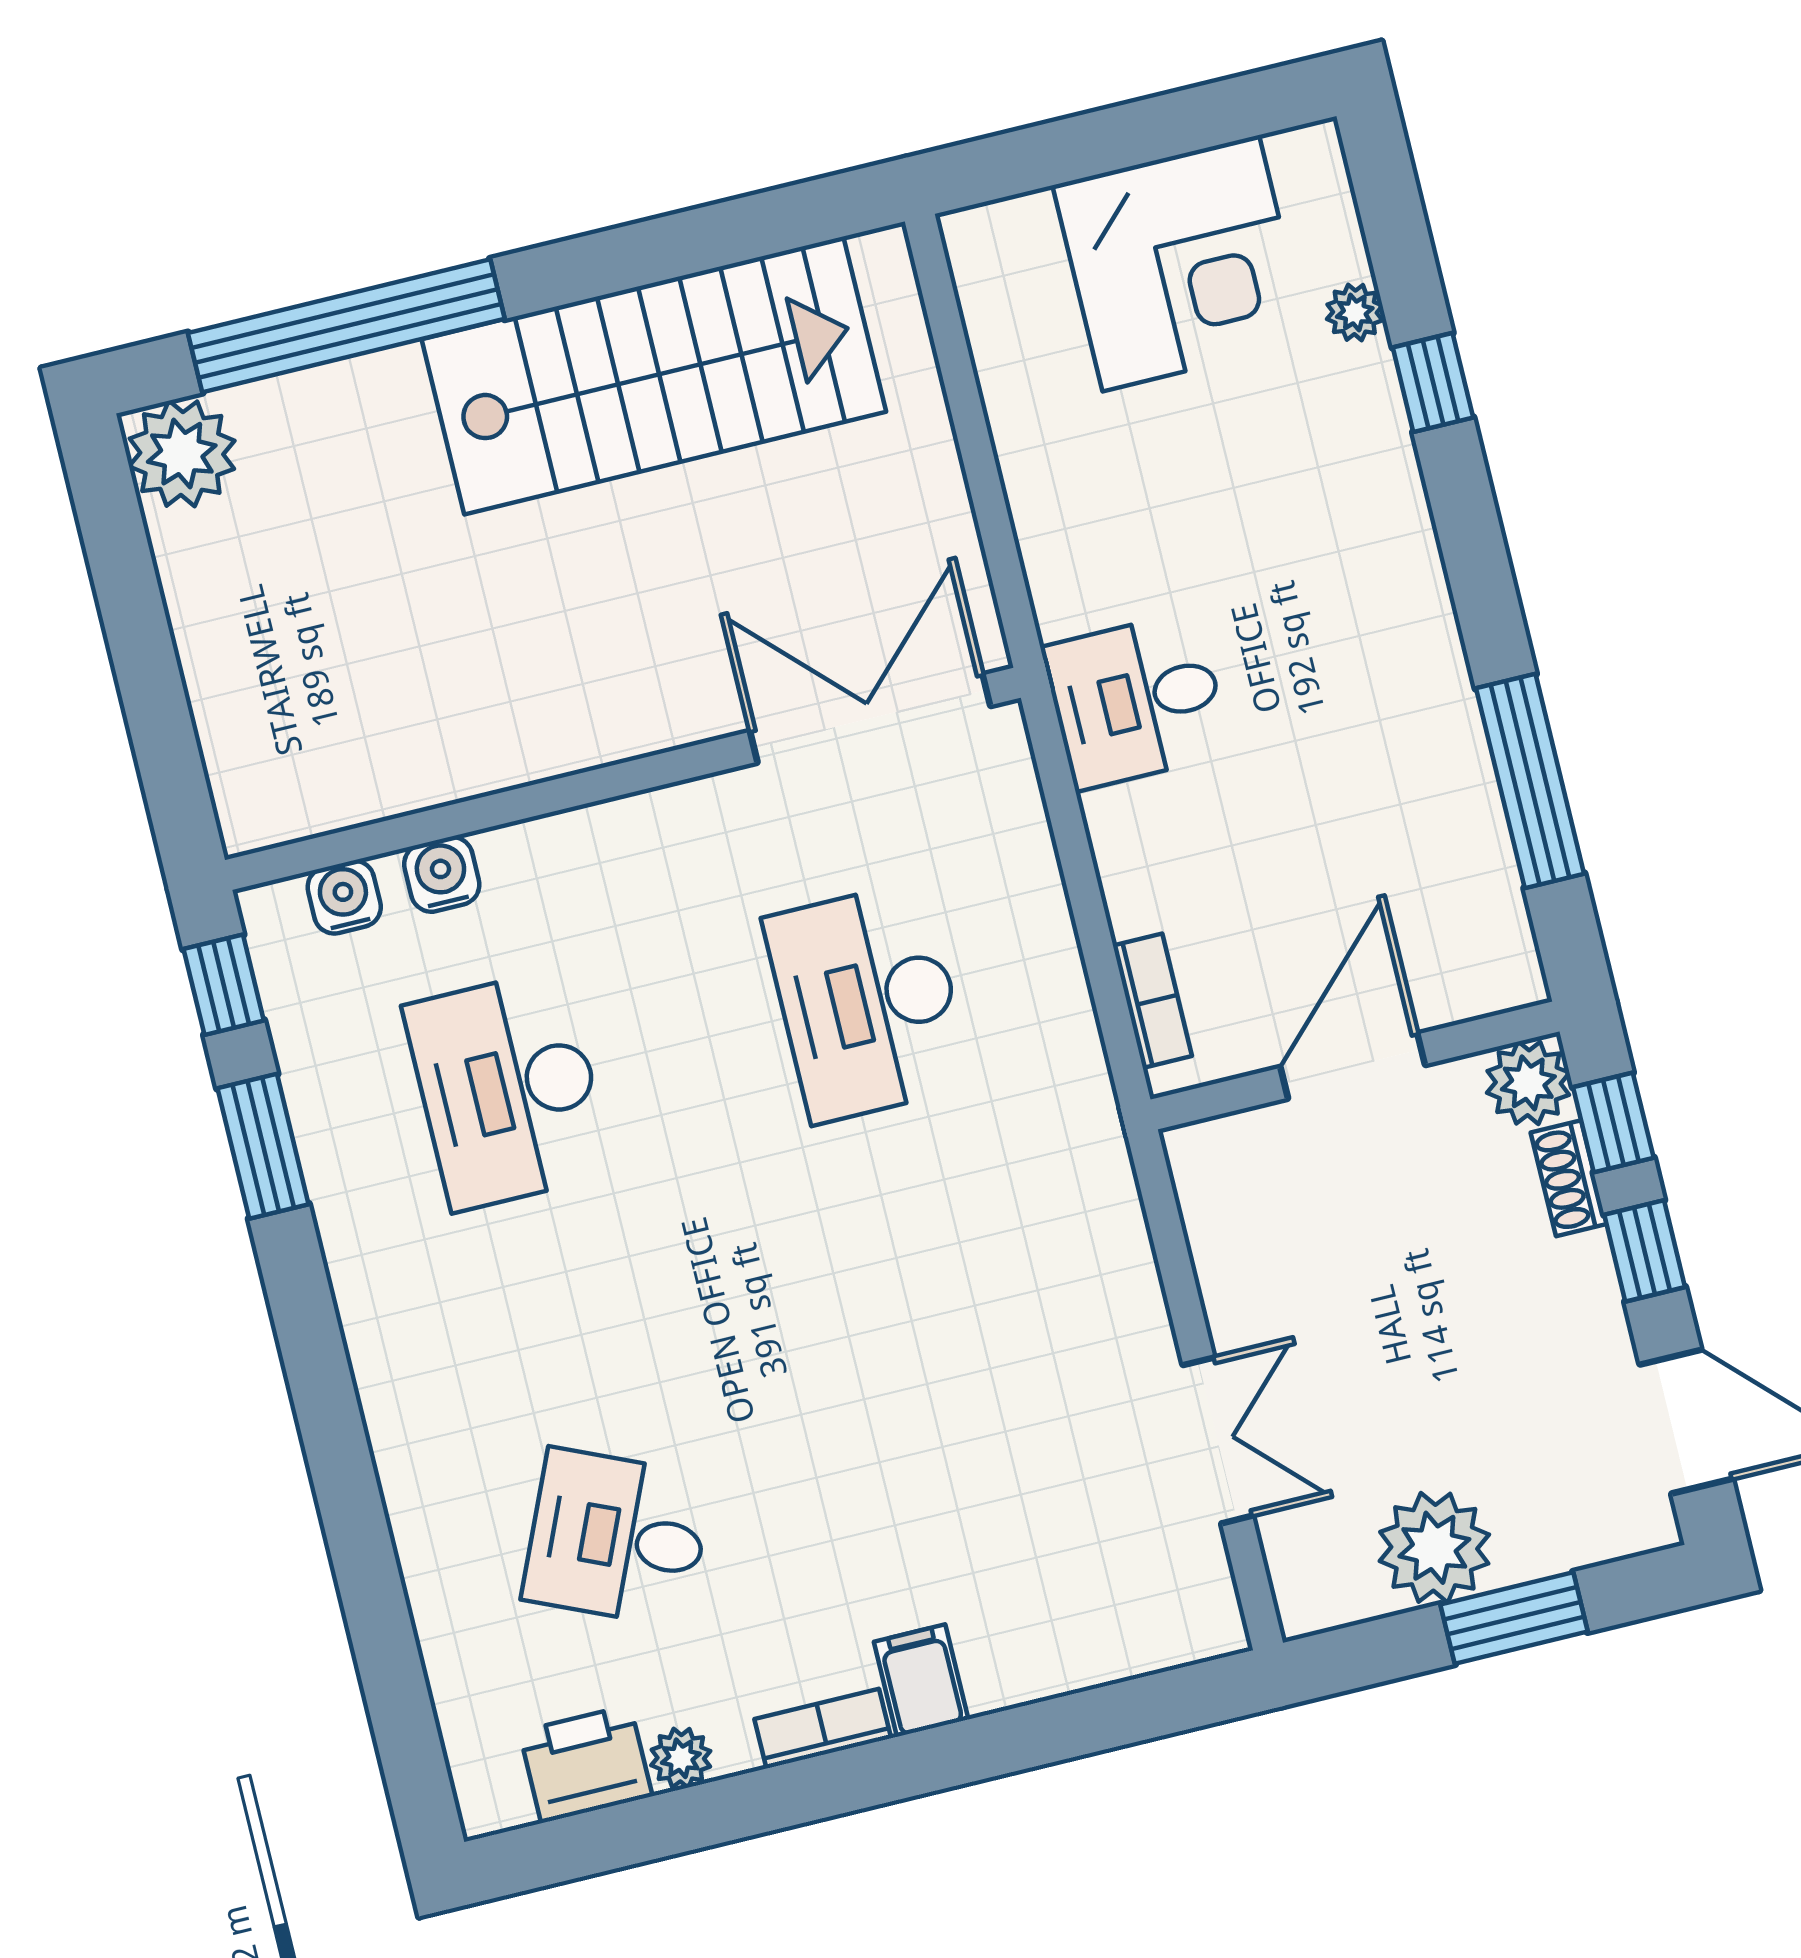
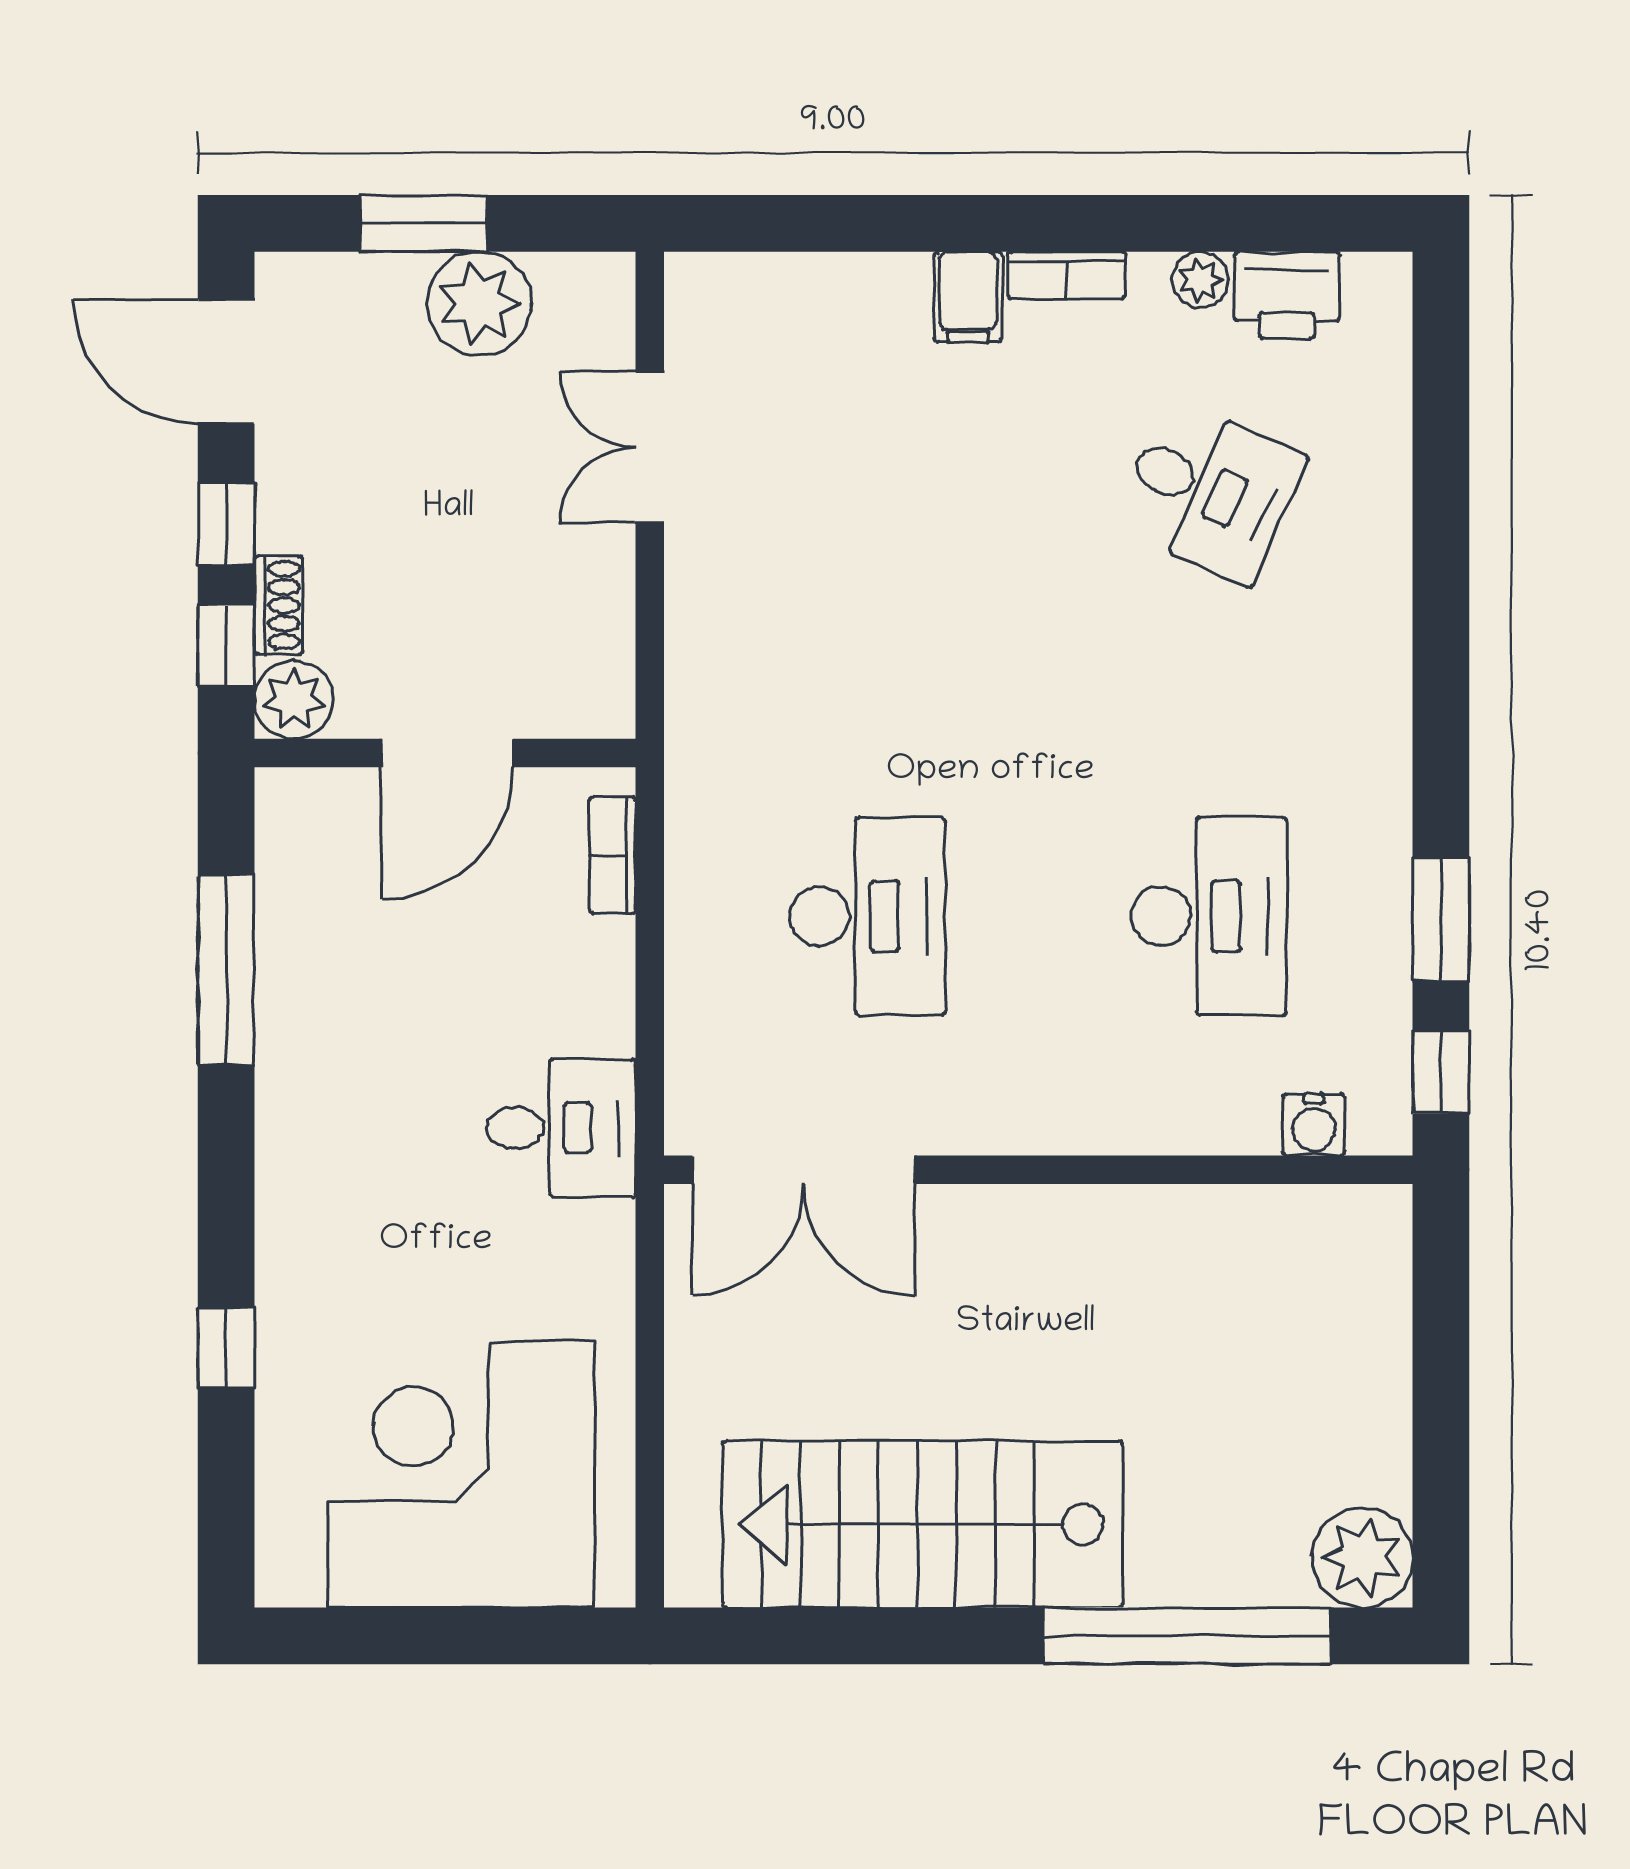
corner desk: (1181, 263) -> (461, 1475), width x1.36, depth x1.36
plant: (1355, 312) -> (281, 1428), removed
water cooler: (442, 874) -> (1221, 1124), removed

